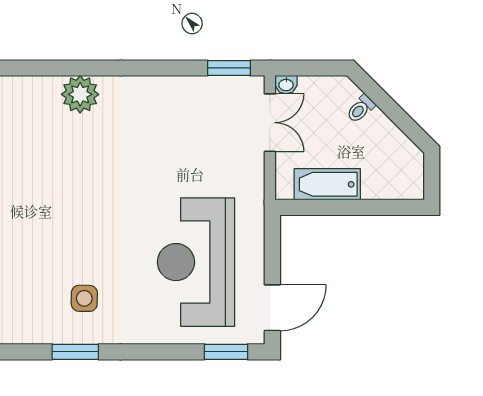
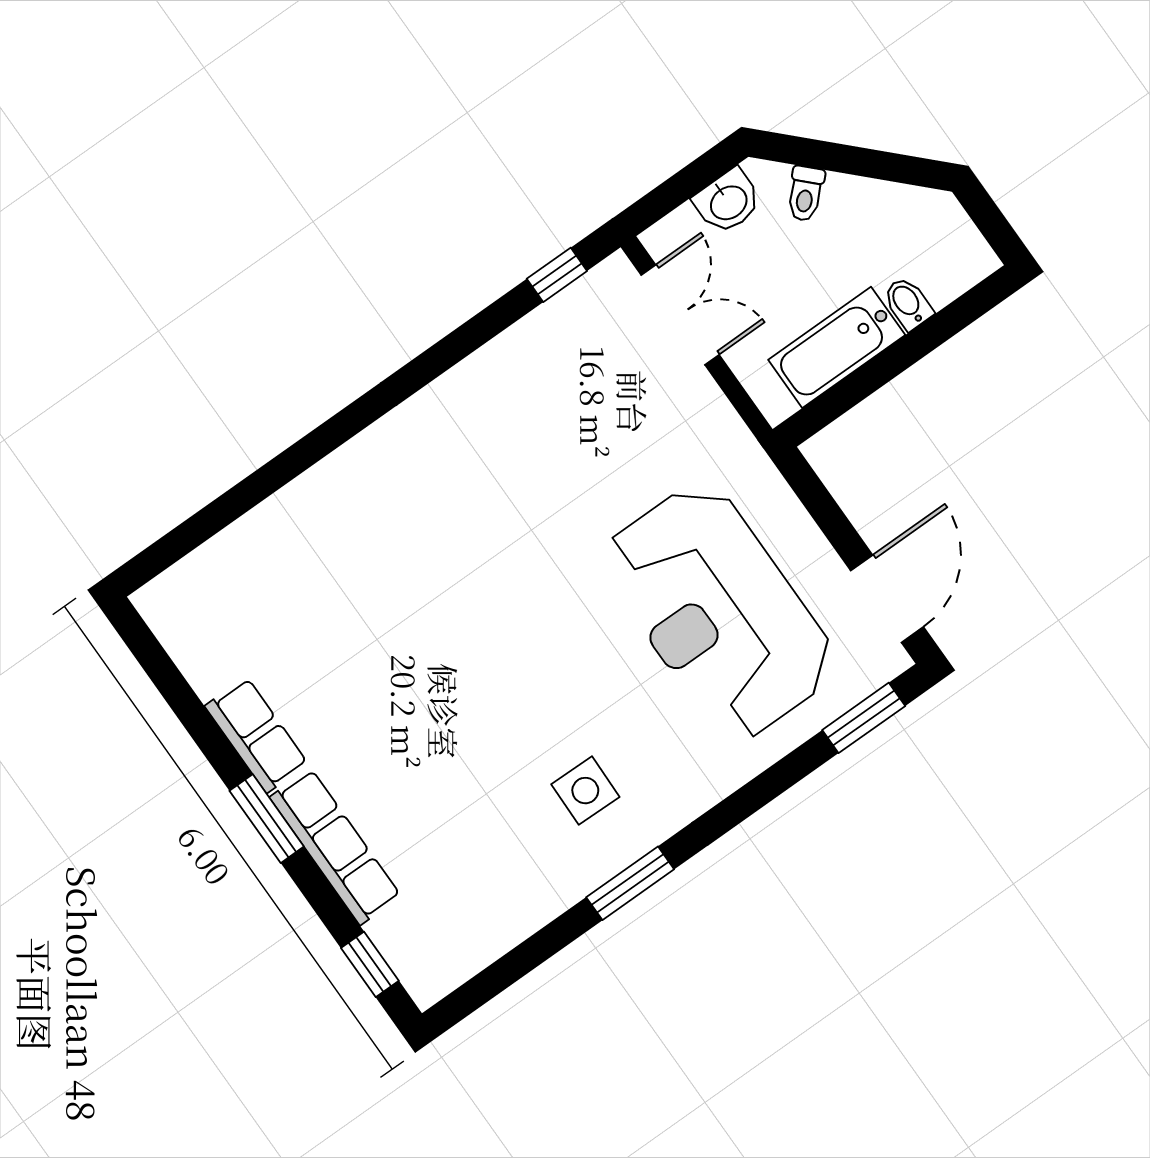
window: (229, 68) -> (557, 275), width x0.67
washbasin: (286, 84) -> (728, 202), moved, width x1.38, depth x1.45
plant: (80, 94) -> (355, 479), removed
bidet: (371, 187) -> (908, 303), added

